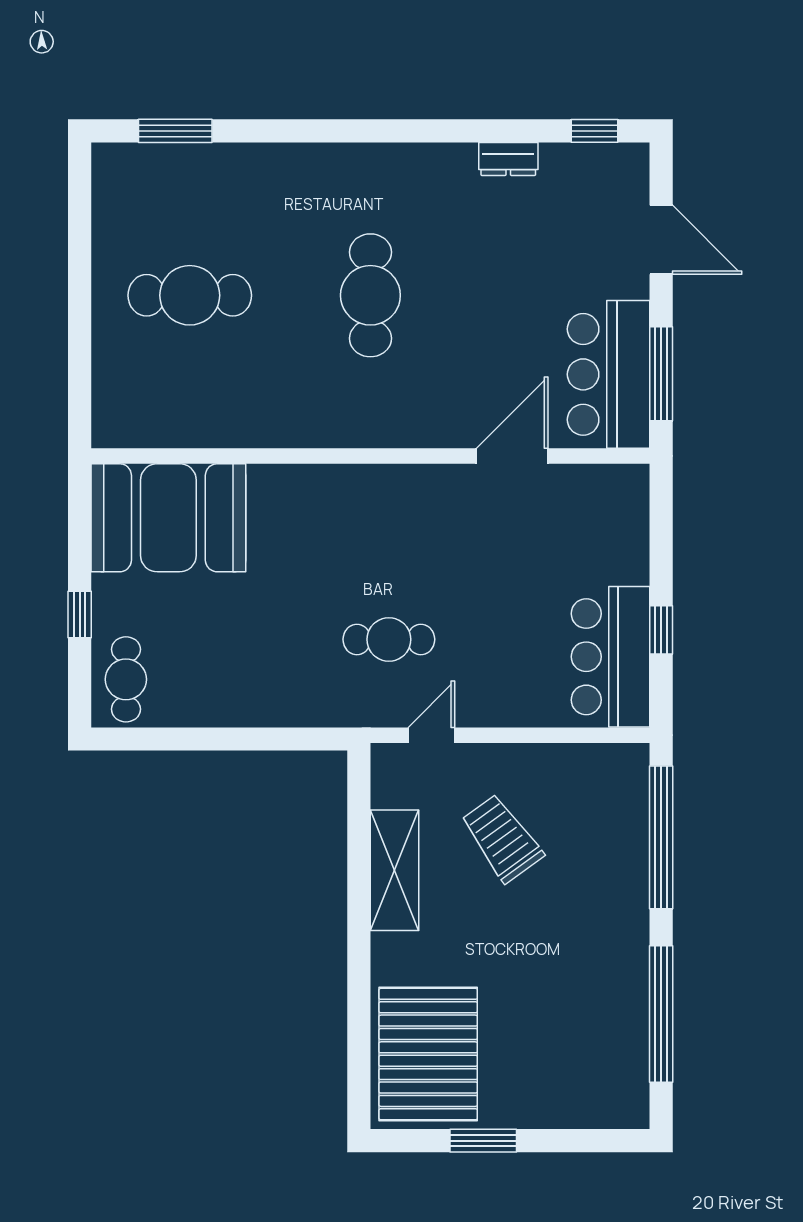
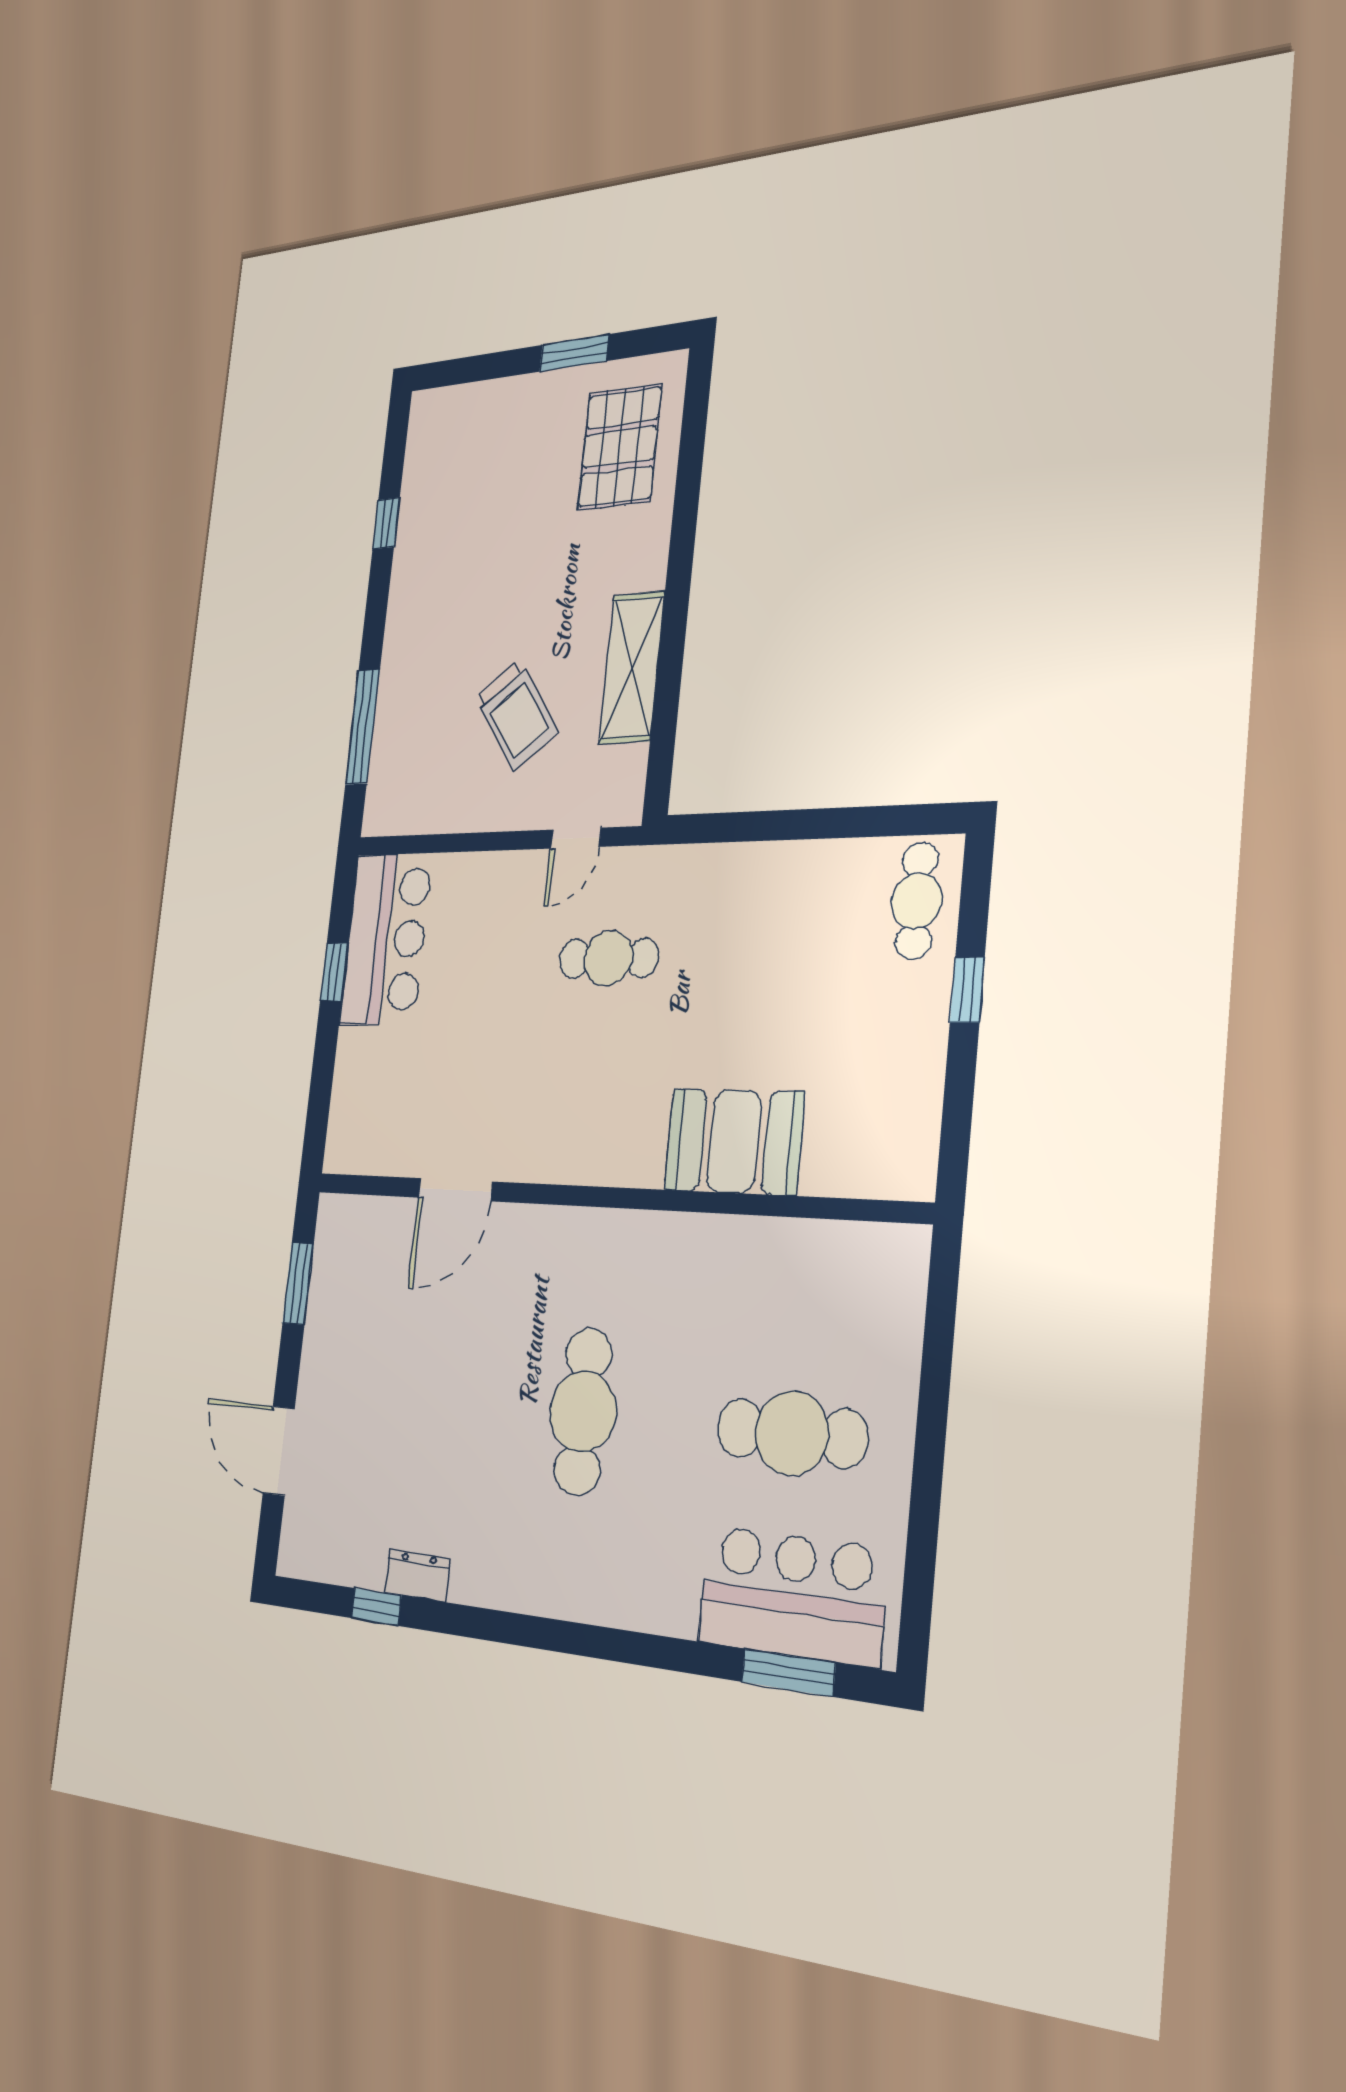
window: (595, 131) -> (376, 1607), moved
bar counter: (609, 374) -> (793, 1596), moved, turned -90
window: (661, 374) -> (298, 1284), width x0.69
booth: (168, 518) -> (734, 1141), moved, width x0.73, depth x0.70
window: (661, 837) -> (363, 727), width x0.68
window: (661, 1014) -> (386, 523), width x0.32
pallet: (428, 1054) -> (620, 447), width x0.73, depth x0.71

